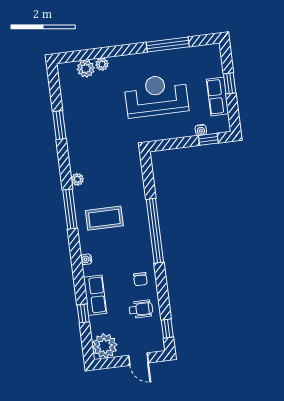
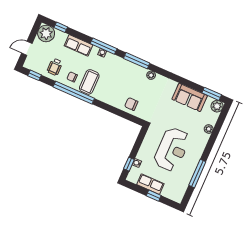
plant: (86, 69) -> (217, 106), moved
sofa: (76, 113) -> (190, 97), added
window: (59, 125) -> (212, 94), moved
chair: (130, 183) -> (131, 104), added
coffee table: (104, 218) -> (89, 82), moved
window: (155, 231) -> (74, 93), moved
window: (77, 262) -> (104, 46), added
window: (83, 313) -> (61, 27), moved

